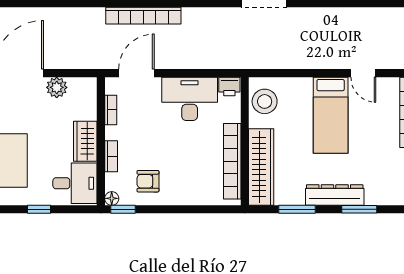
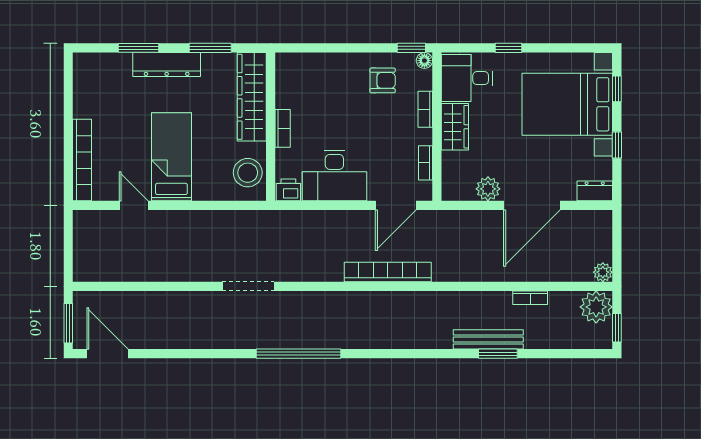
bookcase: (232, 161) -> (283, 128), width x0.43, depth x0.76

